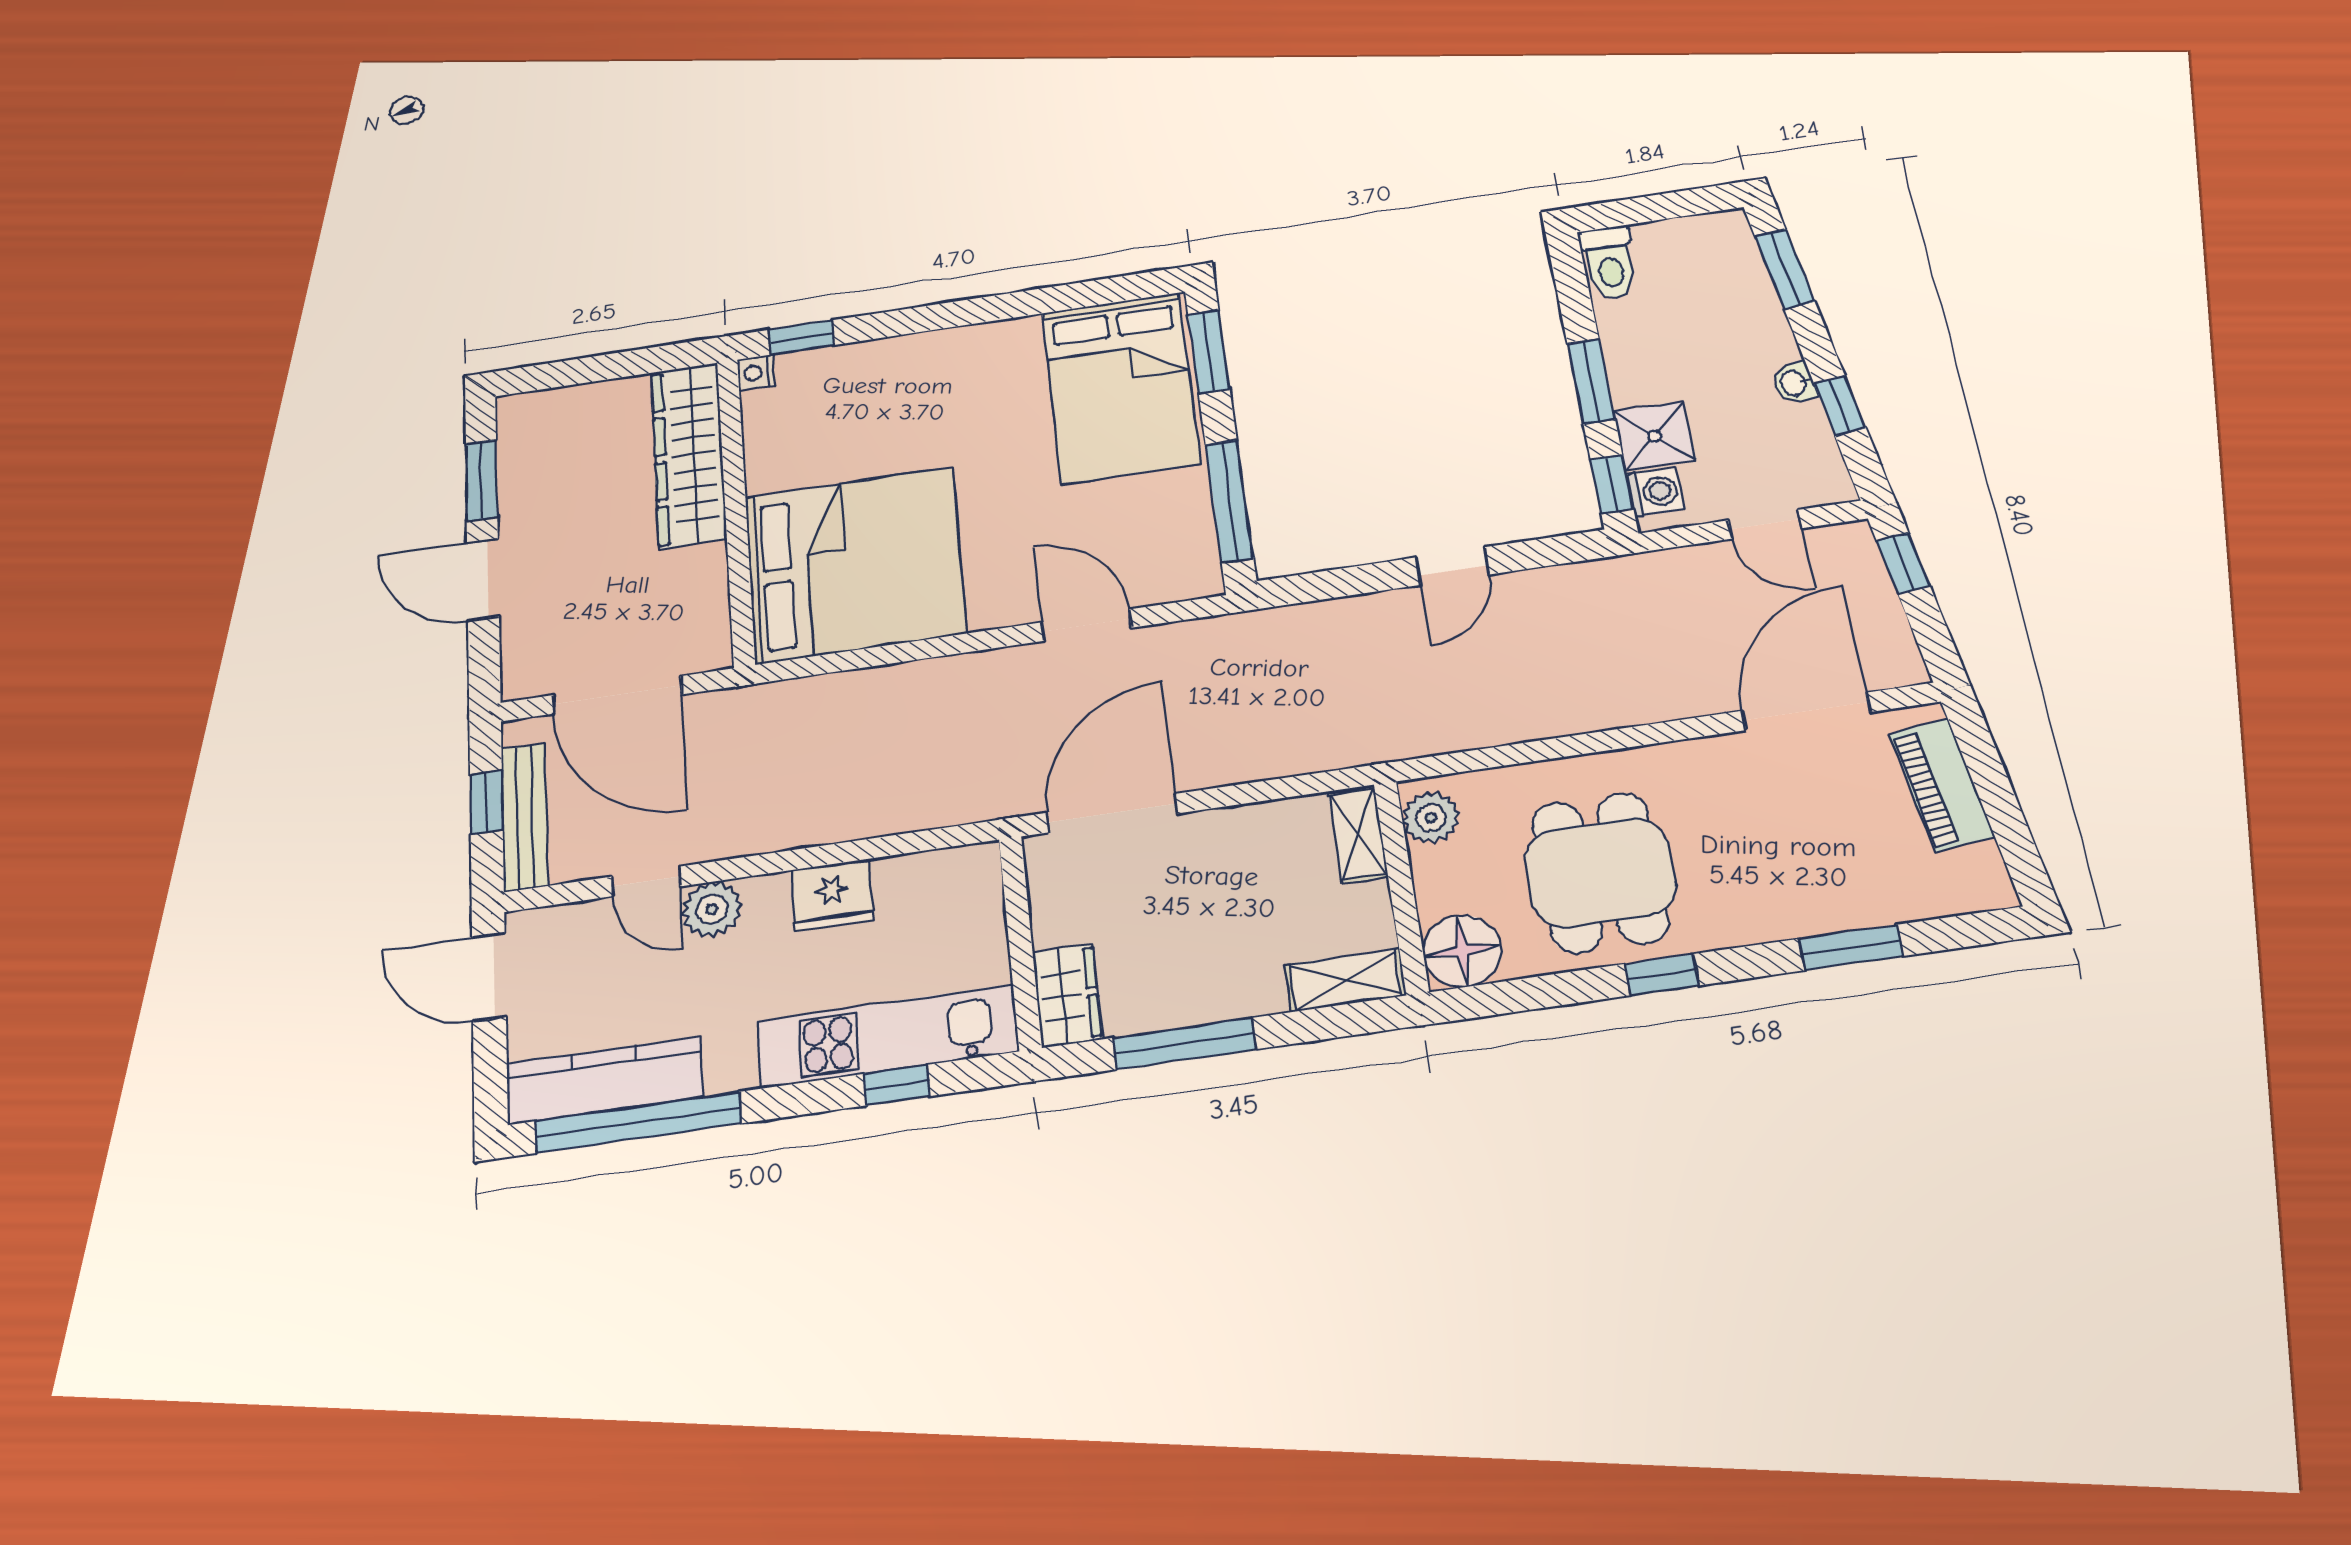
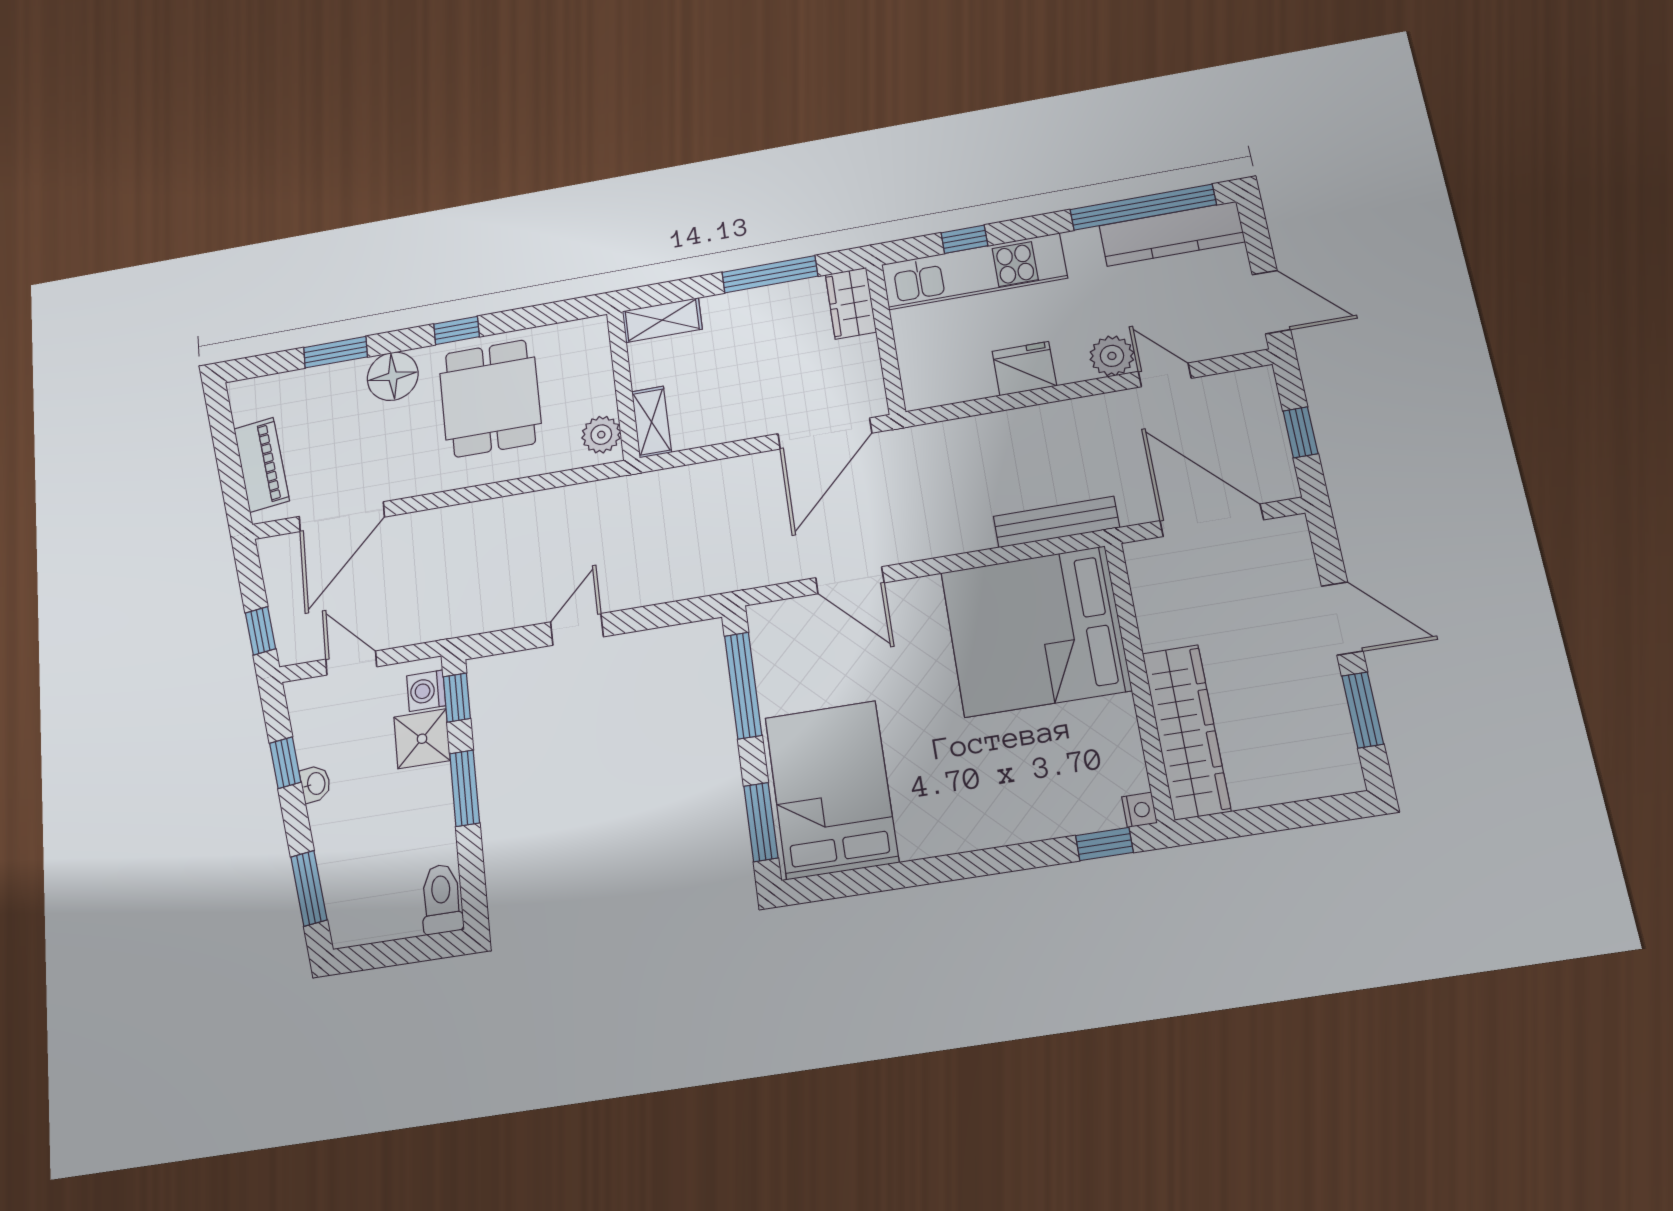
bench: (525, 817) -> (1056, 522), moved, turned 90
floor lamp: (1462, 951) -> (393, 376), moved

